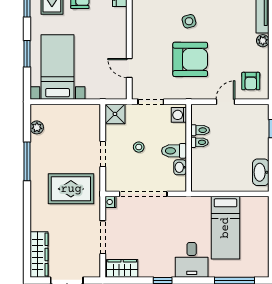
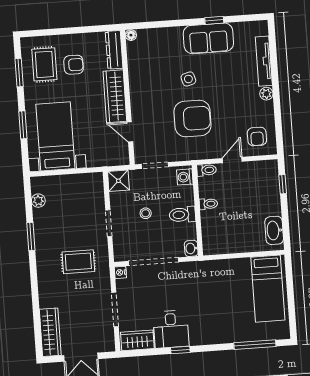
wardrobe: (117, 33) -> (115, 96), added
toilet: (200, 130) -> (207, 170), moved
window: (27, 161) -> (31, 236), width x0.69
washbasin: (180, 167) -> (191, 248), moved
rug: (71, 189) -> (78, 262), width x0.73, depth x0.70
bed: (225, 228) -> (268, 289), moved
desk: (192, 260) -> (171, 329), moved

